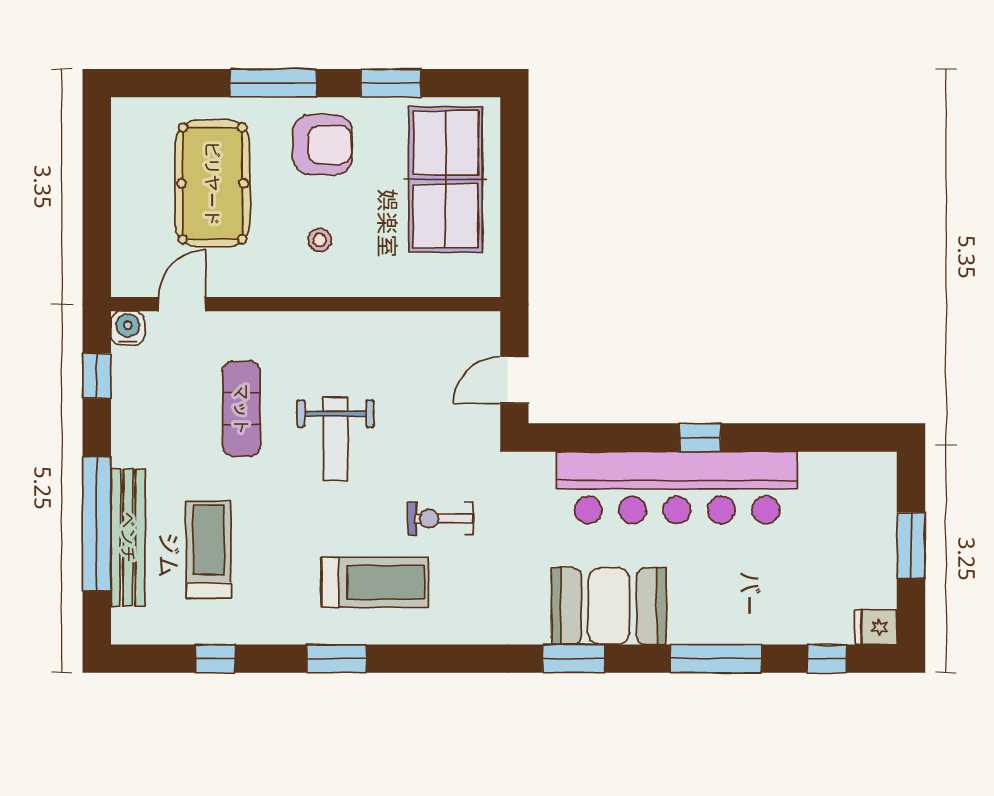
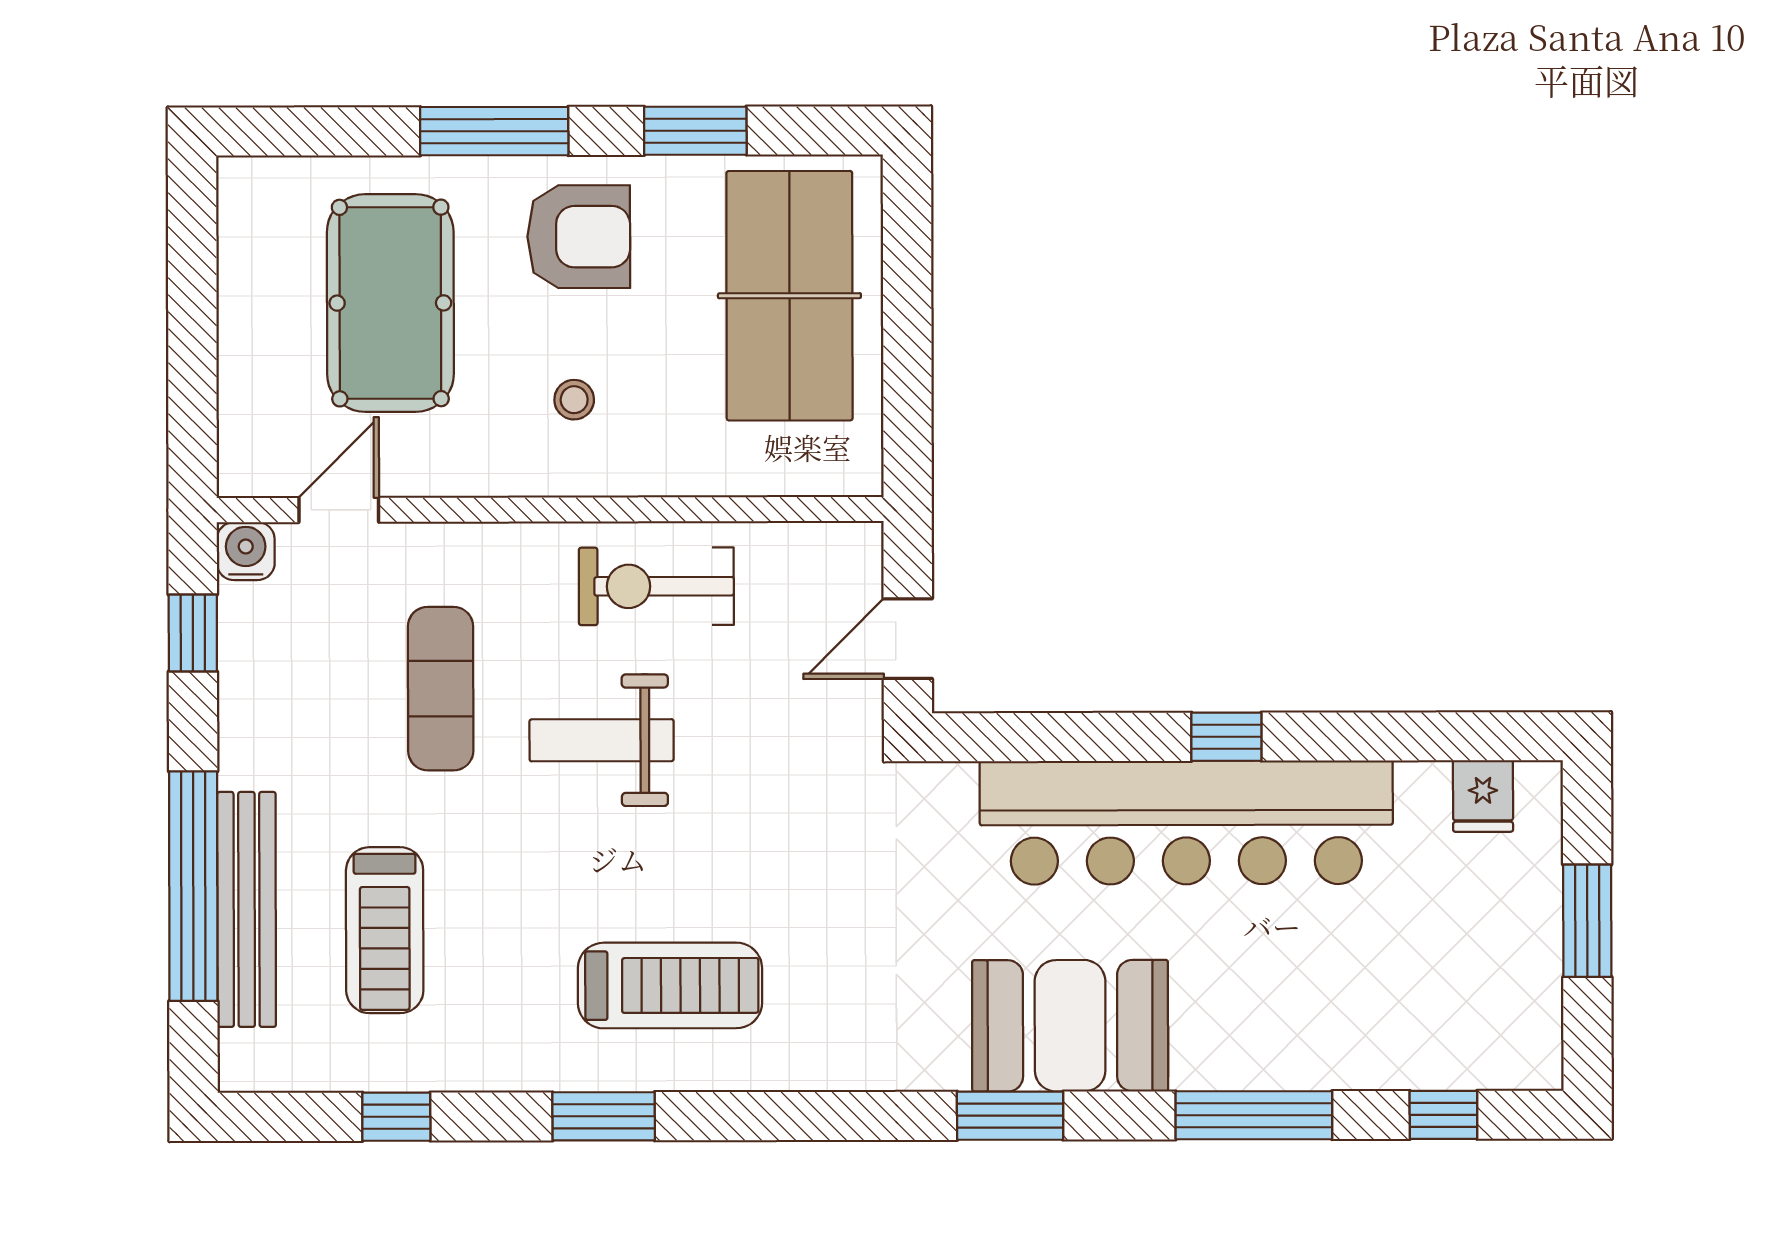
weight bench: (335, 439) -> (602, 740), turned 90
exercise bike: (441, 519) -> (656, 586), moved, width x1.38, depth x1.39
treadmill: (209, 550) -> (385, 930), turned 180
fridge: (876, 627) -> (1483, 796), moved, turned -90

